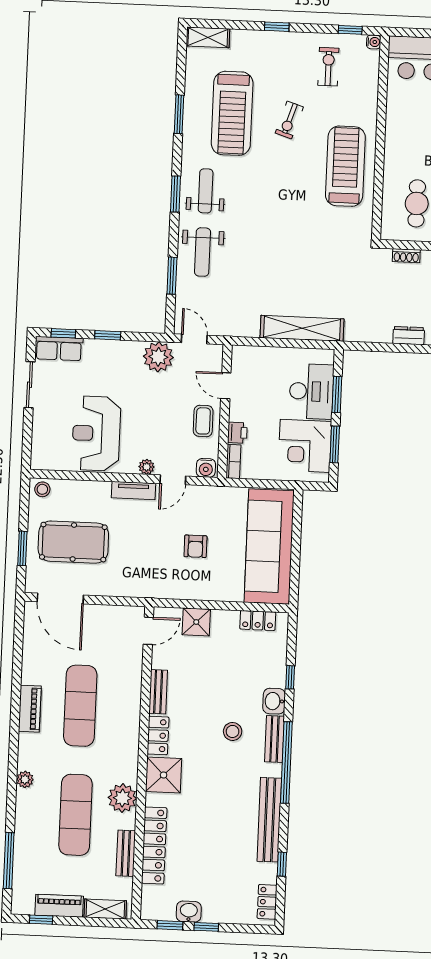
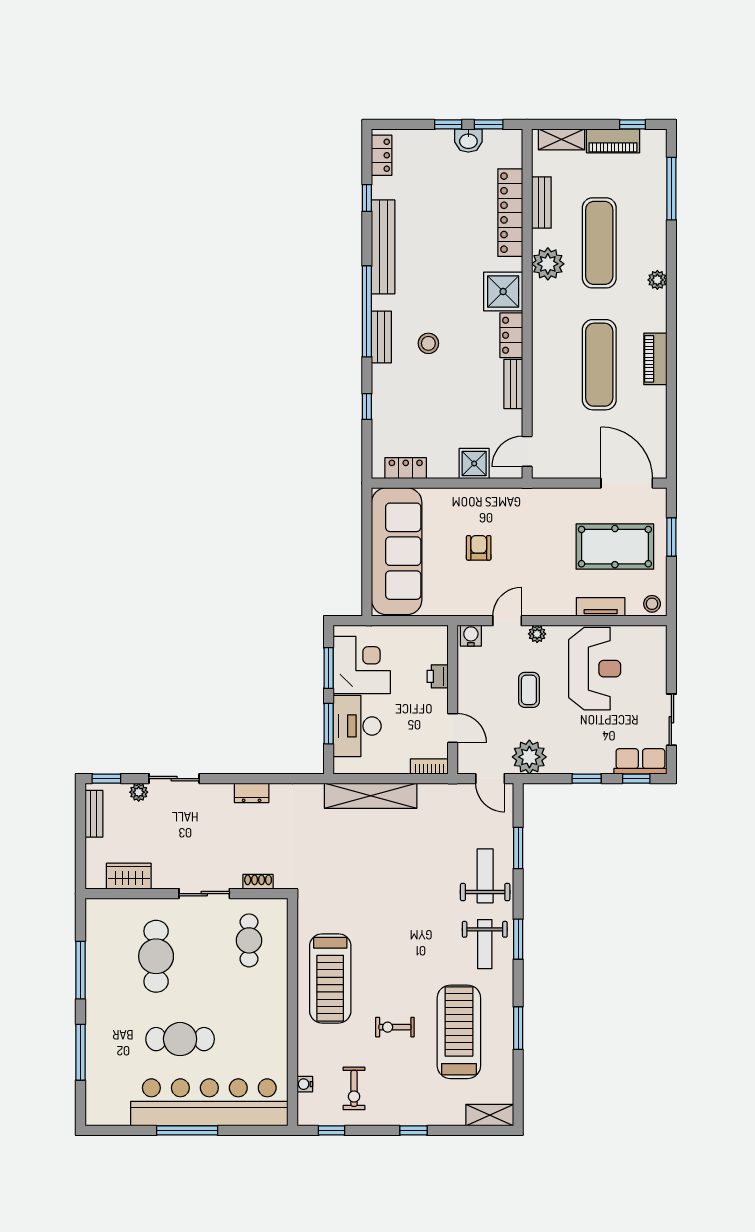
water cooler: (374, 42) -> (305, 1084), moved
exercise bike: (289, 120) -> (395, 1027), turned -108
coffee table: (203, 421) -> (529, 690), moved
bookcase: (233, 461) -> (429, 767), moved, turned 90
tv unit: (133, 490) -> (601, 607), moved
washbasin: (274, 701) -> (384, 379), removed

